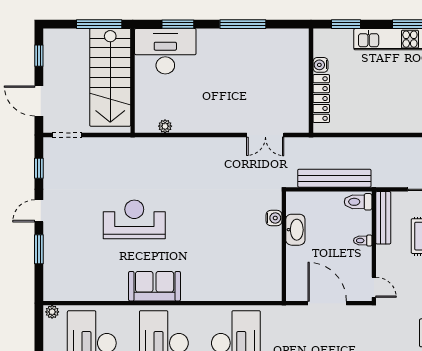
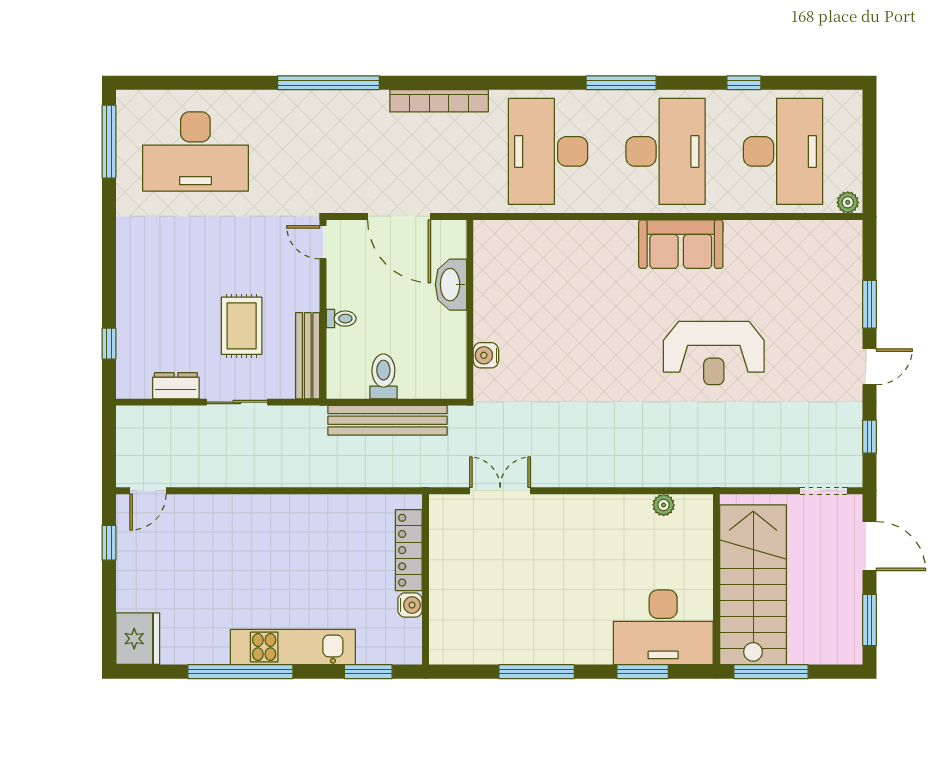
window: (39, 56) -> (870, 620), width x1.50
toilet: (358, 202) -> (383, 376), moved, turned -90
washbasin: (295, 230) -> (451, 285), moved

